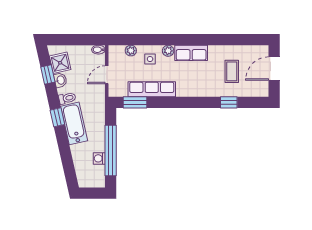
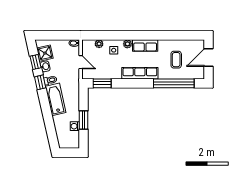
door: (107, 75) -> (81, 62), swing flipped
row of seats: (152, 89) -> (140, 73), moved
window: (229, 102) -> (174, 83), width x3.17
window: (57, 117) -> (40, 82), moved
window: (111, 150) -> (83, 120), width x0.47

